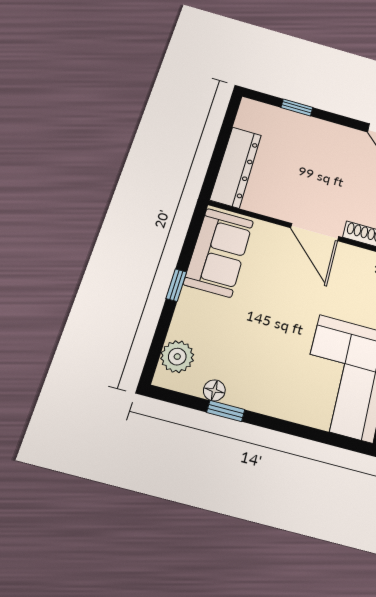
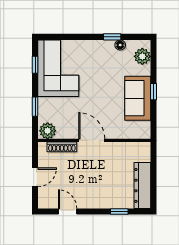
dresser: (236, 167) -> (142, 185), moved
sofa: (219, 252) -> (138, 98), moved

